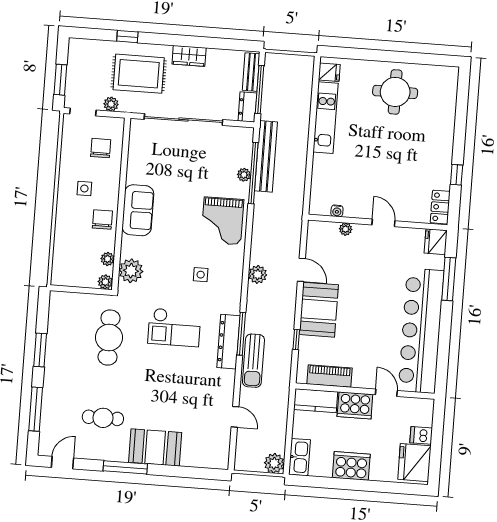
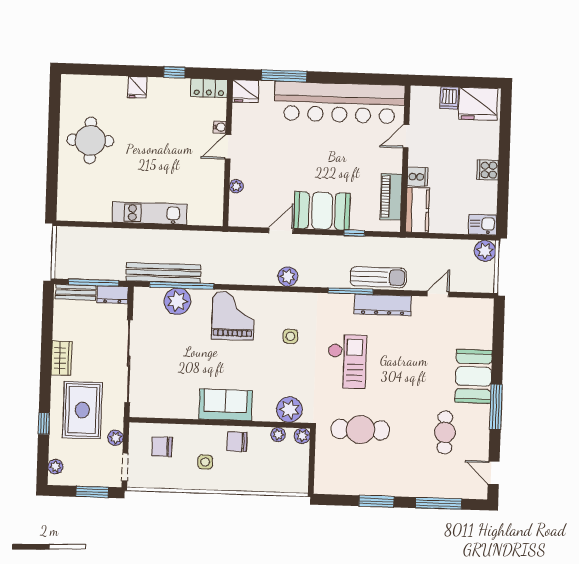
plant: (86, 46) -> (55, 467), added
fridge: (329, 72) -> (137, 87), moved, turned 180
kitchen unit: (325, 118) -> (150, 213), moved
plant: (244, 175) -> (177, 301), width x1.88, depth x1.88
water cooler: (337, 211) -> (220, 127), moved
grand piano: (222, 221) -> (233, 316), turned -90
dresser: (228, 342) -> (383, 305), moved
cooker: (355, 405) -> (417, 177), width x0.53, depth x0.76
kitchen sink: (300, 457) -> (483, 225), width x0.73
cooker: (351, 466) -> (488, 170), width x0.53, depth x0.76

